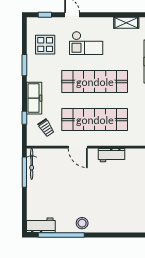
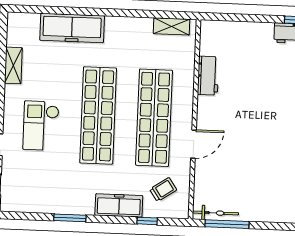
checkout: (86, 43) -> (41, 126), turned 180
display table: (45, 45) -> (41, 186), removed
workbench: (111, 155) -> (208, 76), moved

